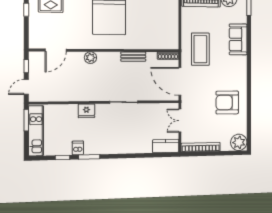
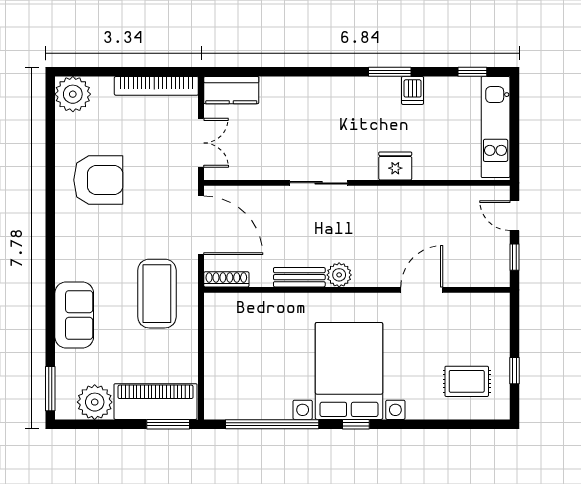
door: (56, 50) -> (422, 290), moved
plant: (90, 58) -> (339, 275), moved
door: (26, 87) -> (514, 216), swing flipped
window: (26, 120) -> (514, 149), removed
window: (63, 158) -> (472, 72), moved

